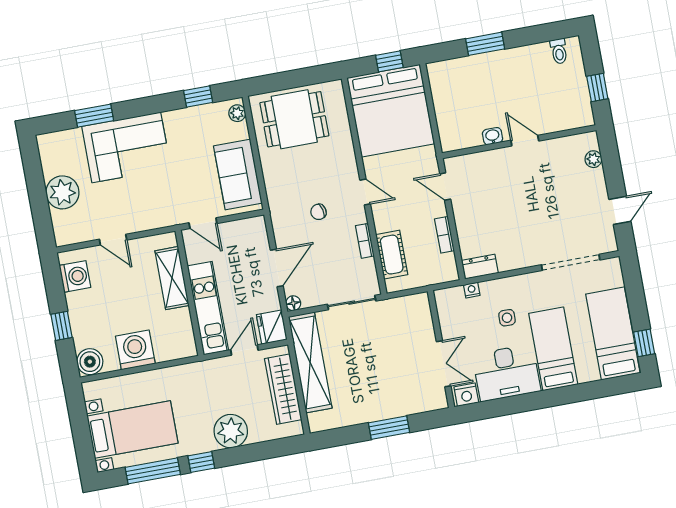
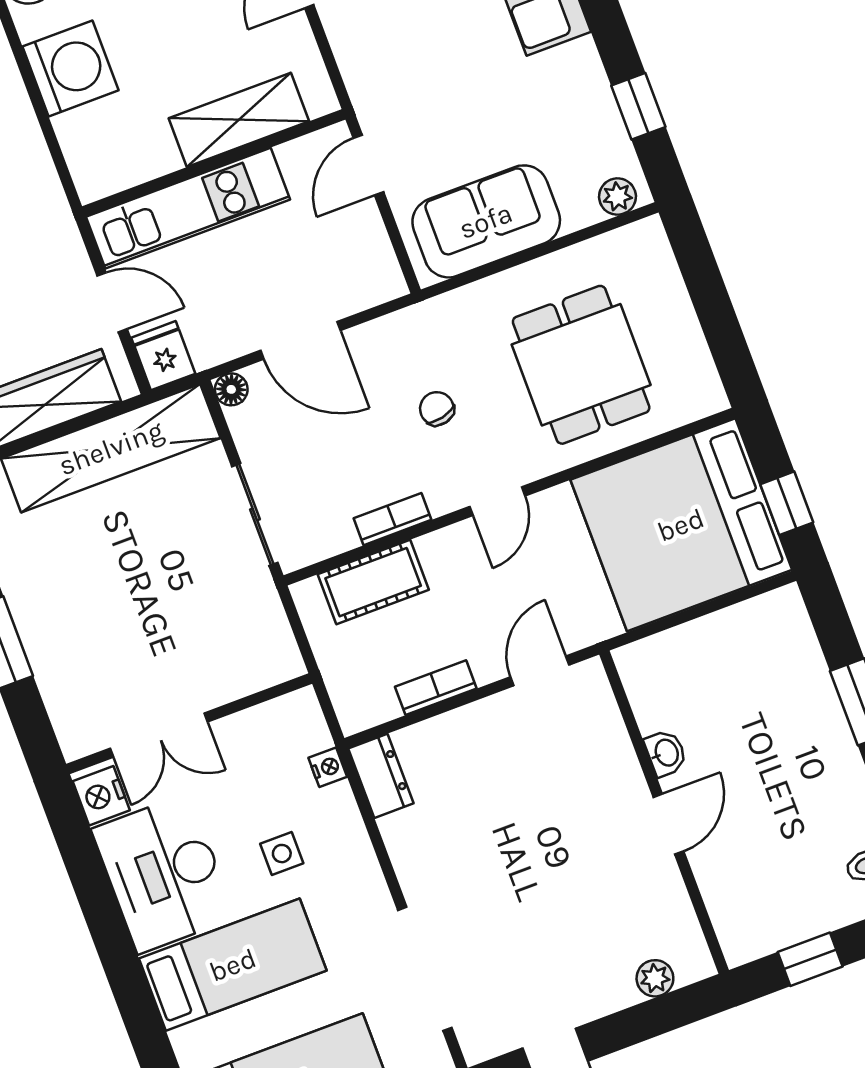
dining table: (294, 119) -> (581, 365), moved
fridge: (272, 327) -> (163, 356), width x0.72

